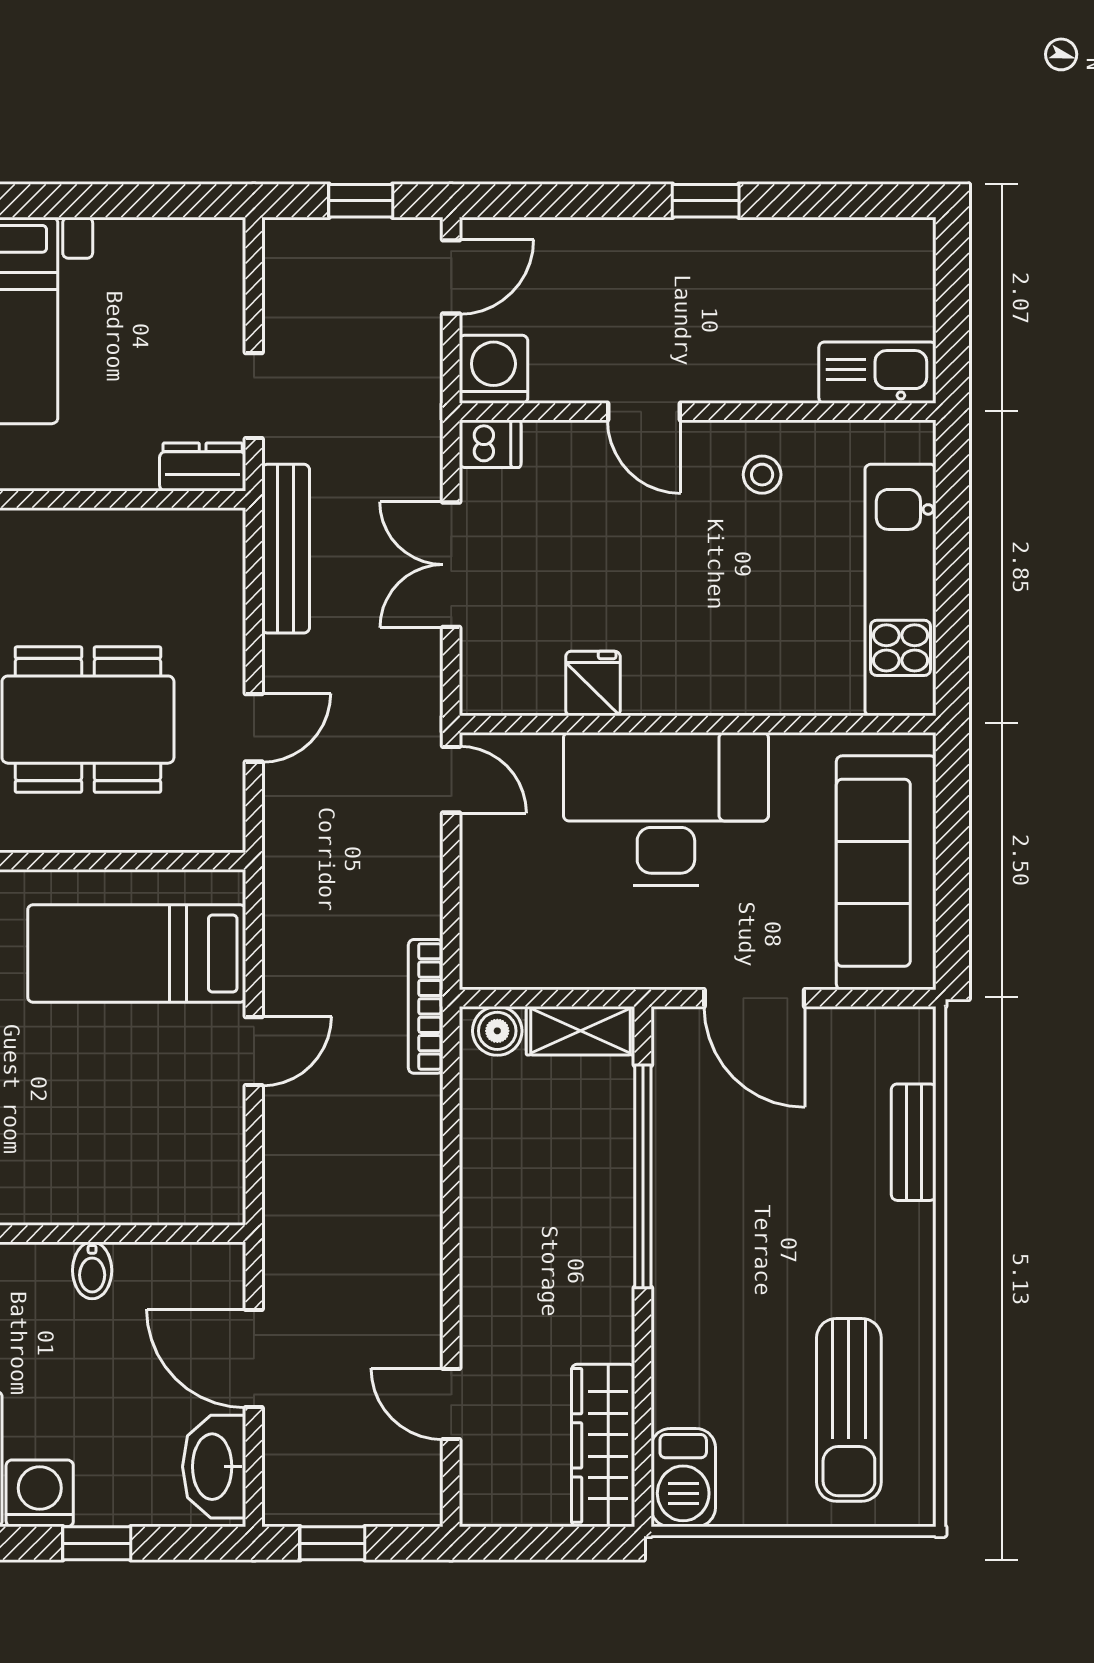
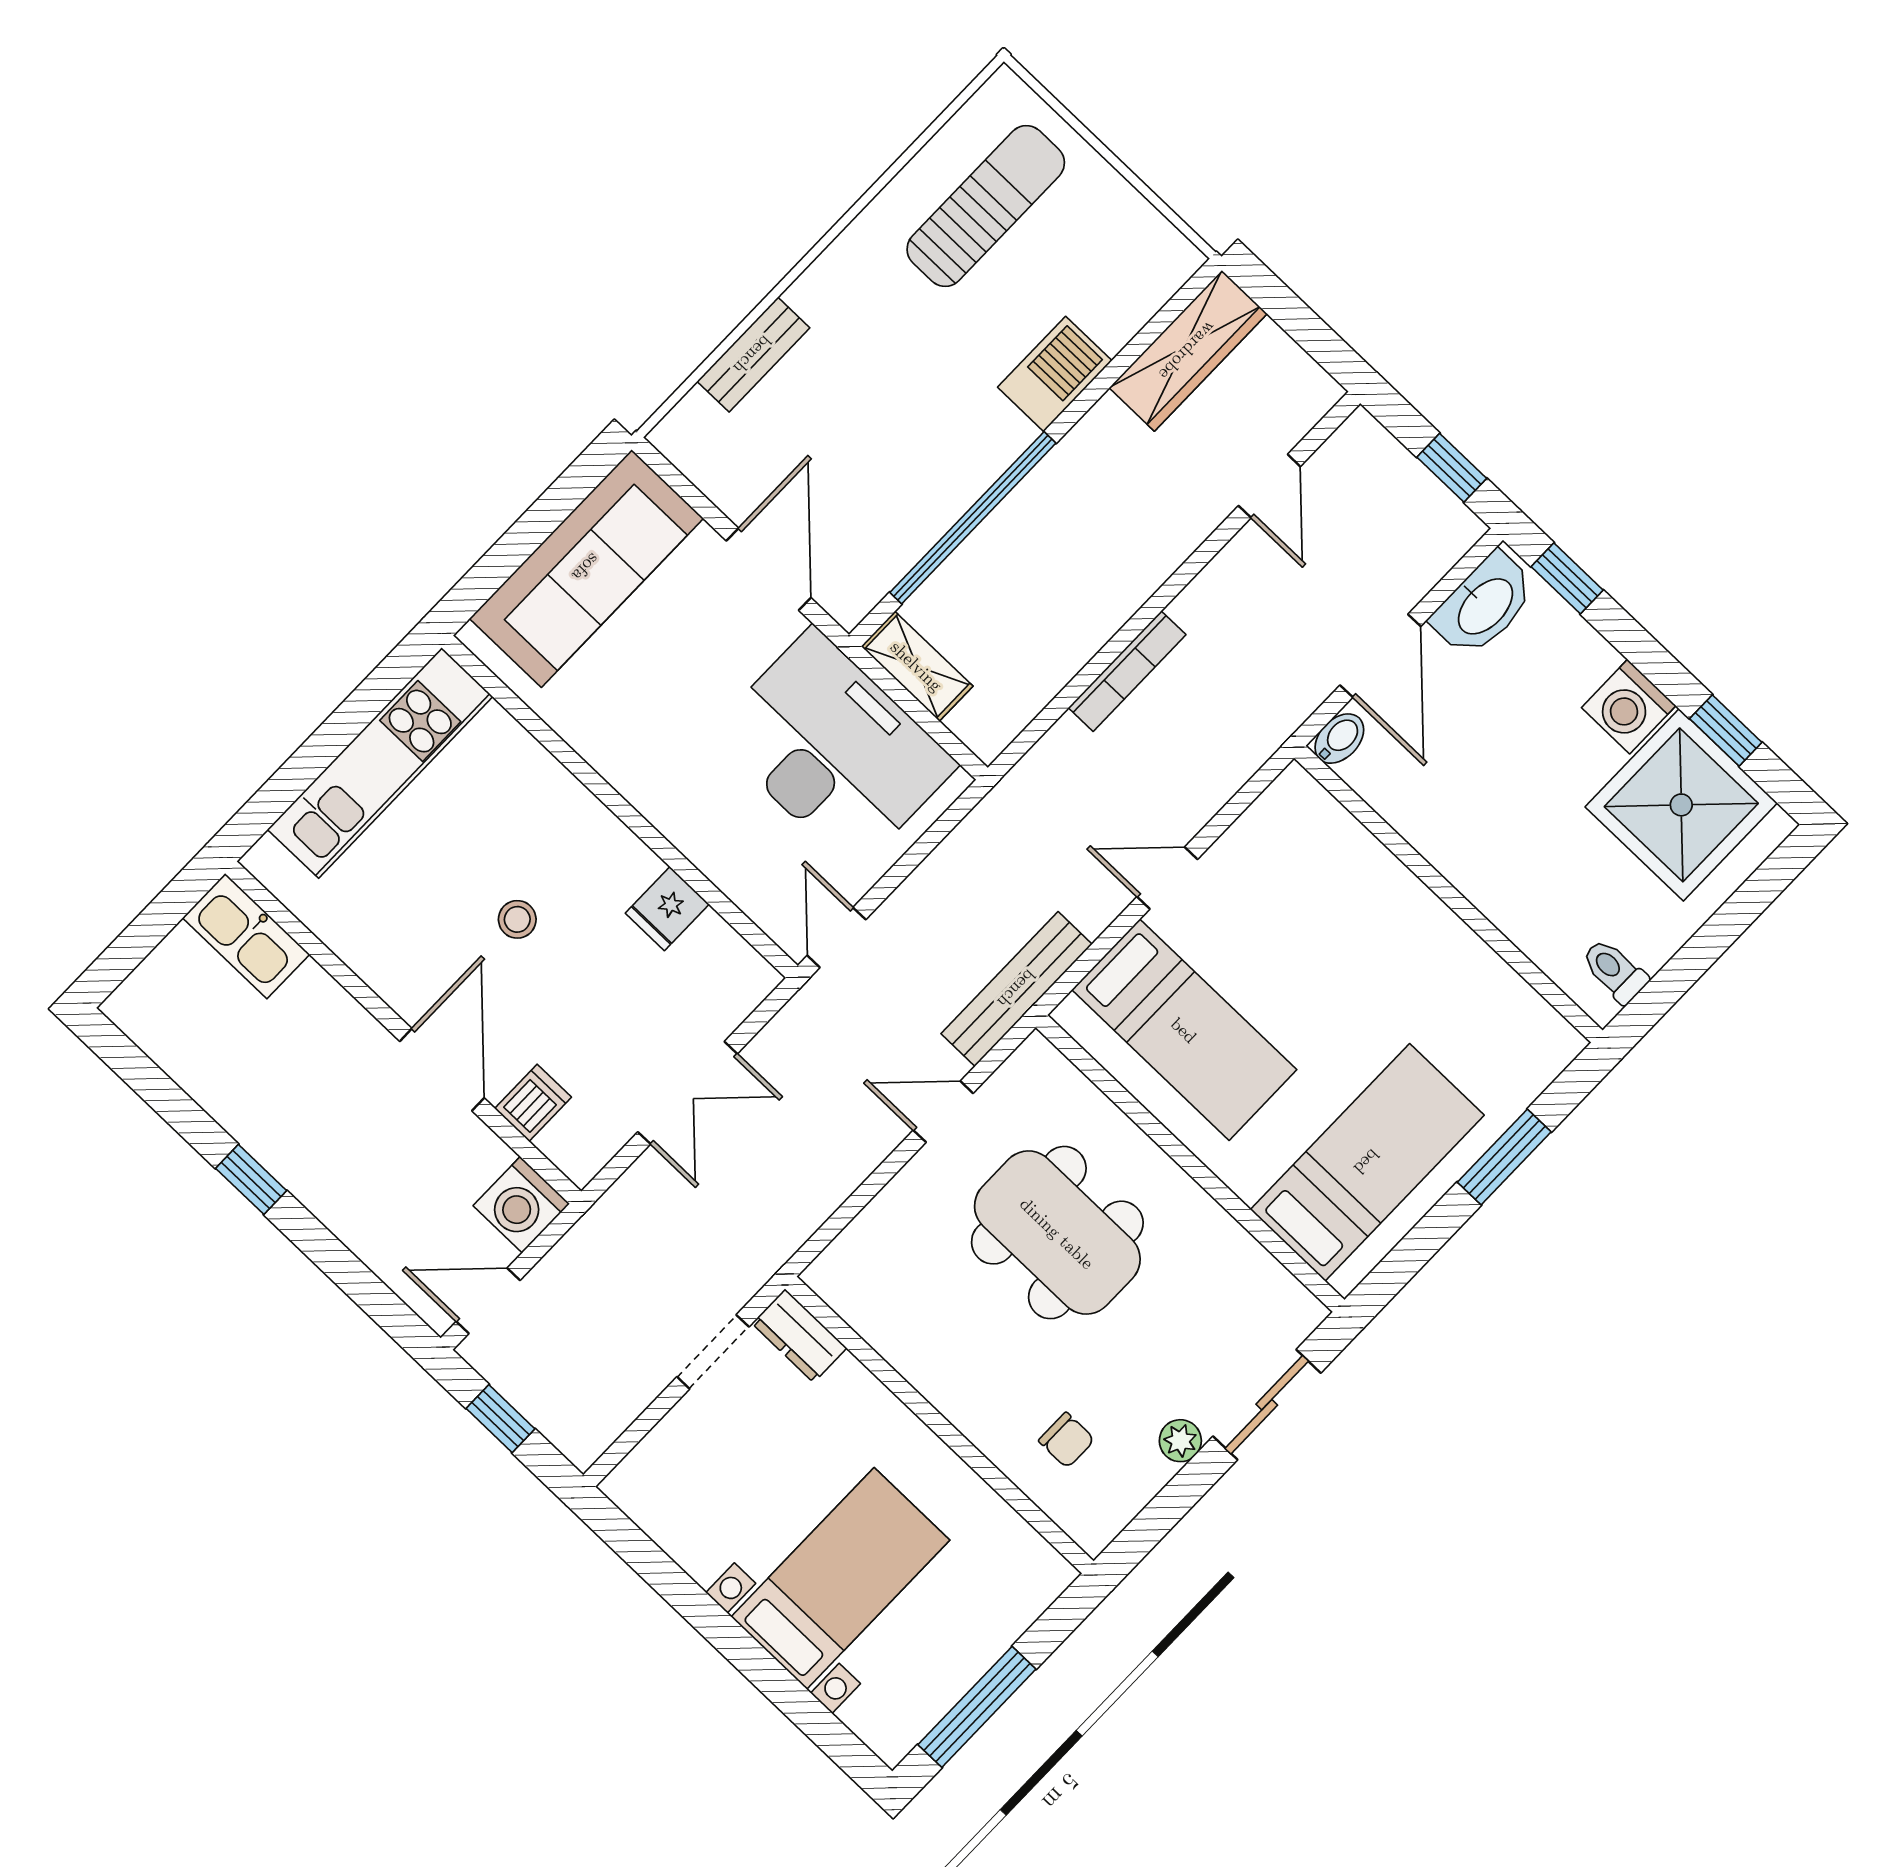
door: (644, 412) -> (442, 1070), width x1.38
dishwasher: (490, 444) -> (533, 1103), moved, turned 90
stool: (762, 475) -> (517, 919), moved
bench: (286, 549) -> (1017, 989), moved
desk: (666, 809) -> (833, 749), moved, turned 180
bookcase: (426, 1006) -> (1127, 671), moved
boiler: (497, 1031) -> (977, 724), removed
bidet: (92, 1270) -> (1339, 739), moved
barbecue: (683, 1478) -> (1055, 374), moved
window: (97, 1543) -> (1567, 578), moved

